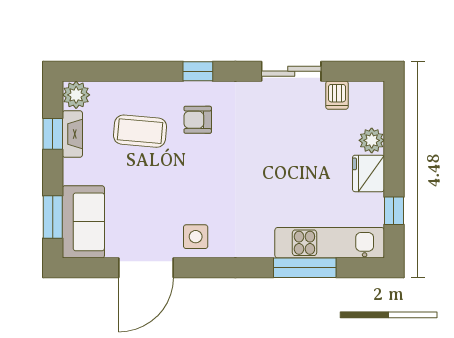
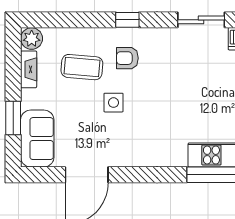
window: (53, 134) -> (13, 69), removed
window: (53, 217) -> (13, 118), moved
side table: (196, 237) -> (113, 103), moved

